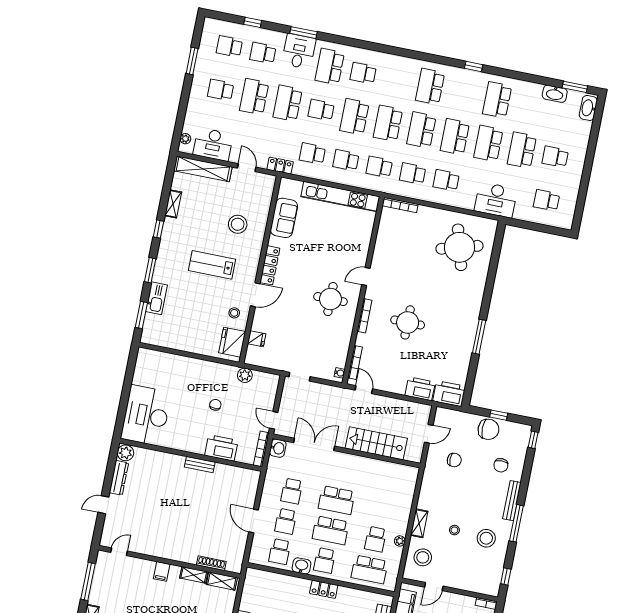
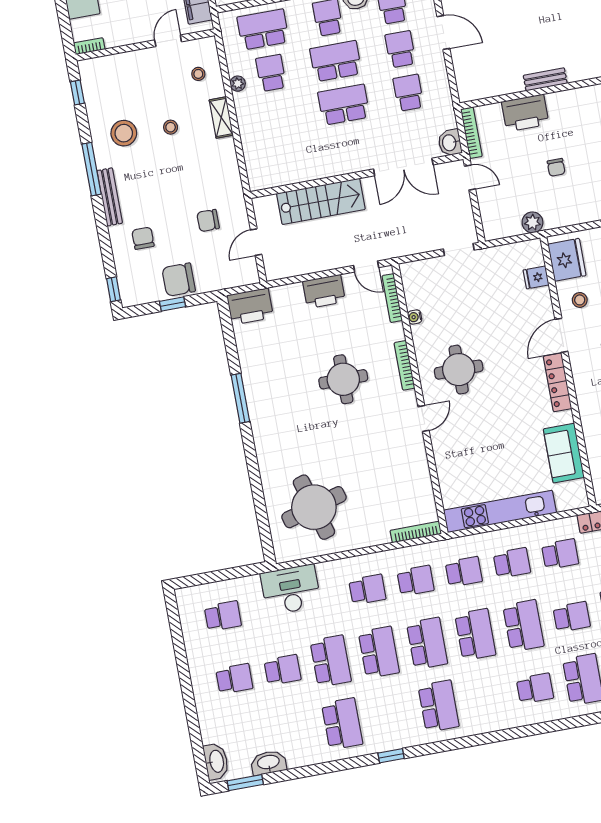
school desk: (522, 150) -> (282, 670), width x0.54
water cooler: (340, 373) -> (415, 317), moved
printer: (420, 389) -> (324, 291), moved
stool: (423, 557) -> (198, 74), width x0.53, depth x0.53

